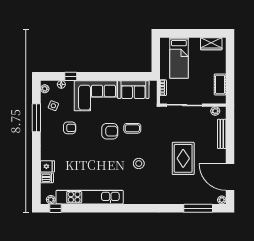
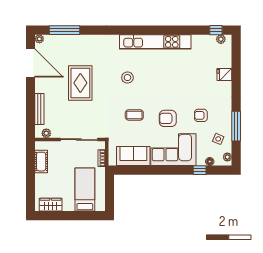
armchair: (110, 131) -> (168, 118), moved
dishwasher: (47, 178) -> (225, 62), removed
kitchen unit: (90, 197) -> (155, 42), moved

